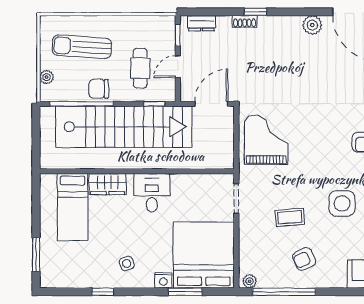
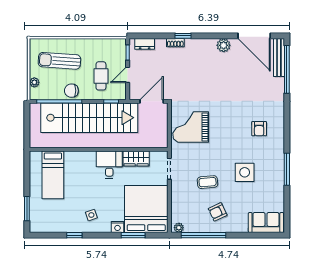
grand piano: (266, 140) -> (191, 127), turned -90
wardrobe: (108, 184) -> (136, 159), moved

